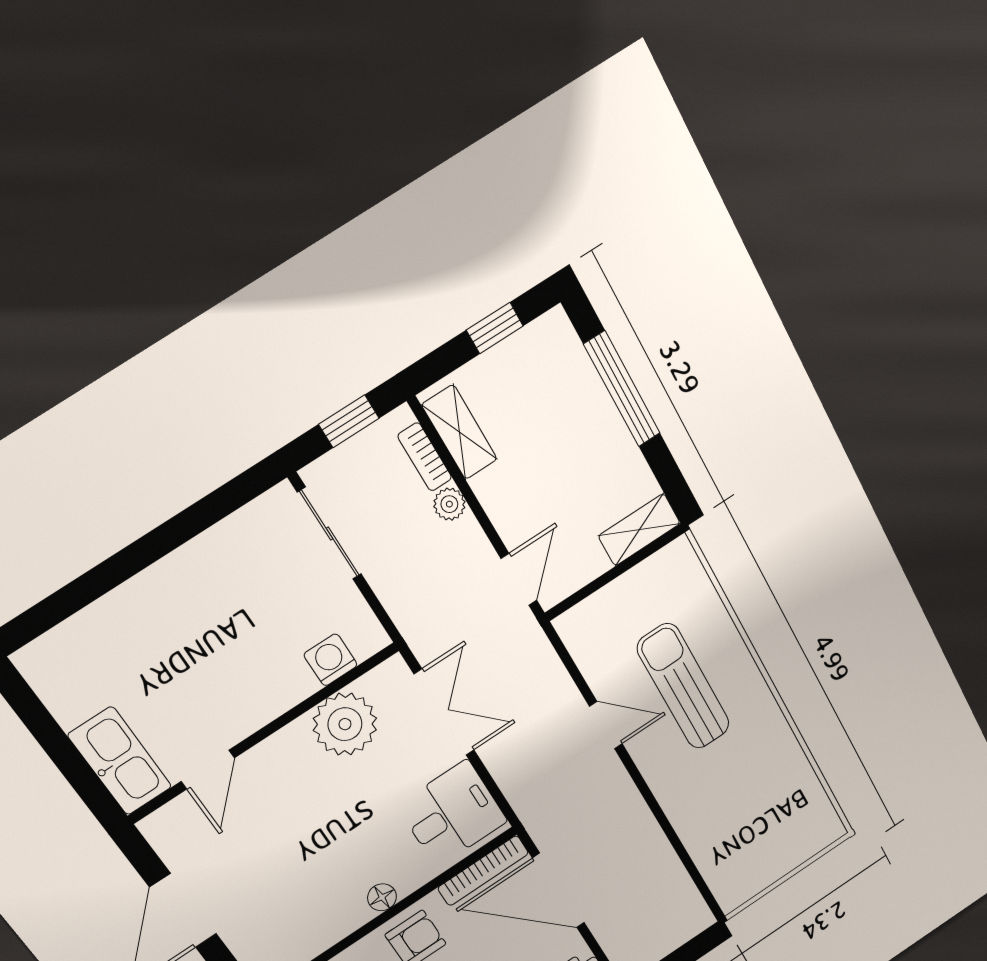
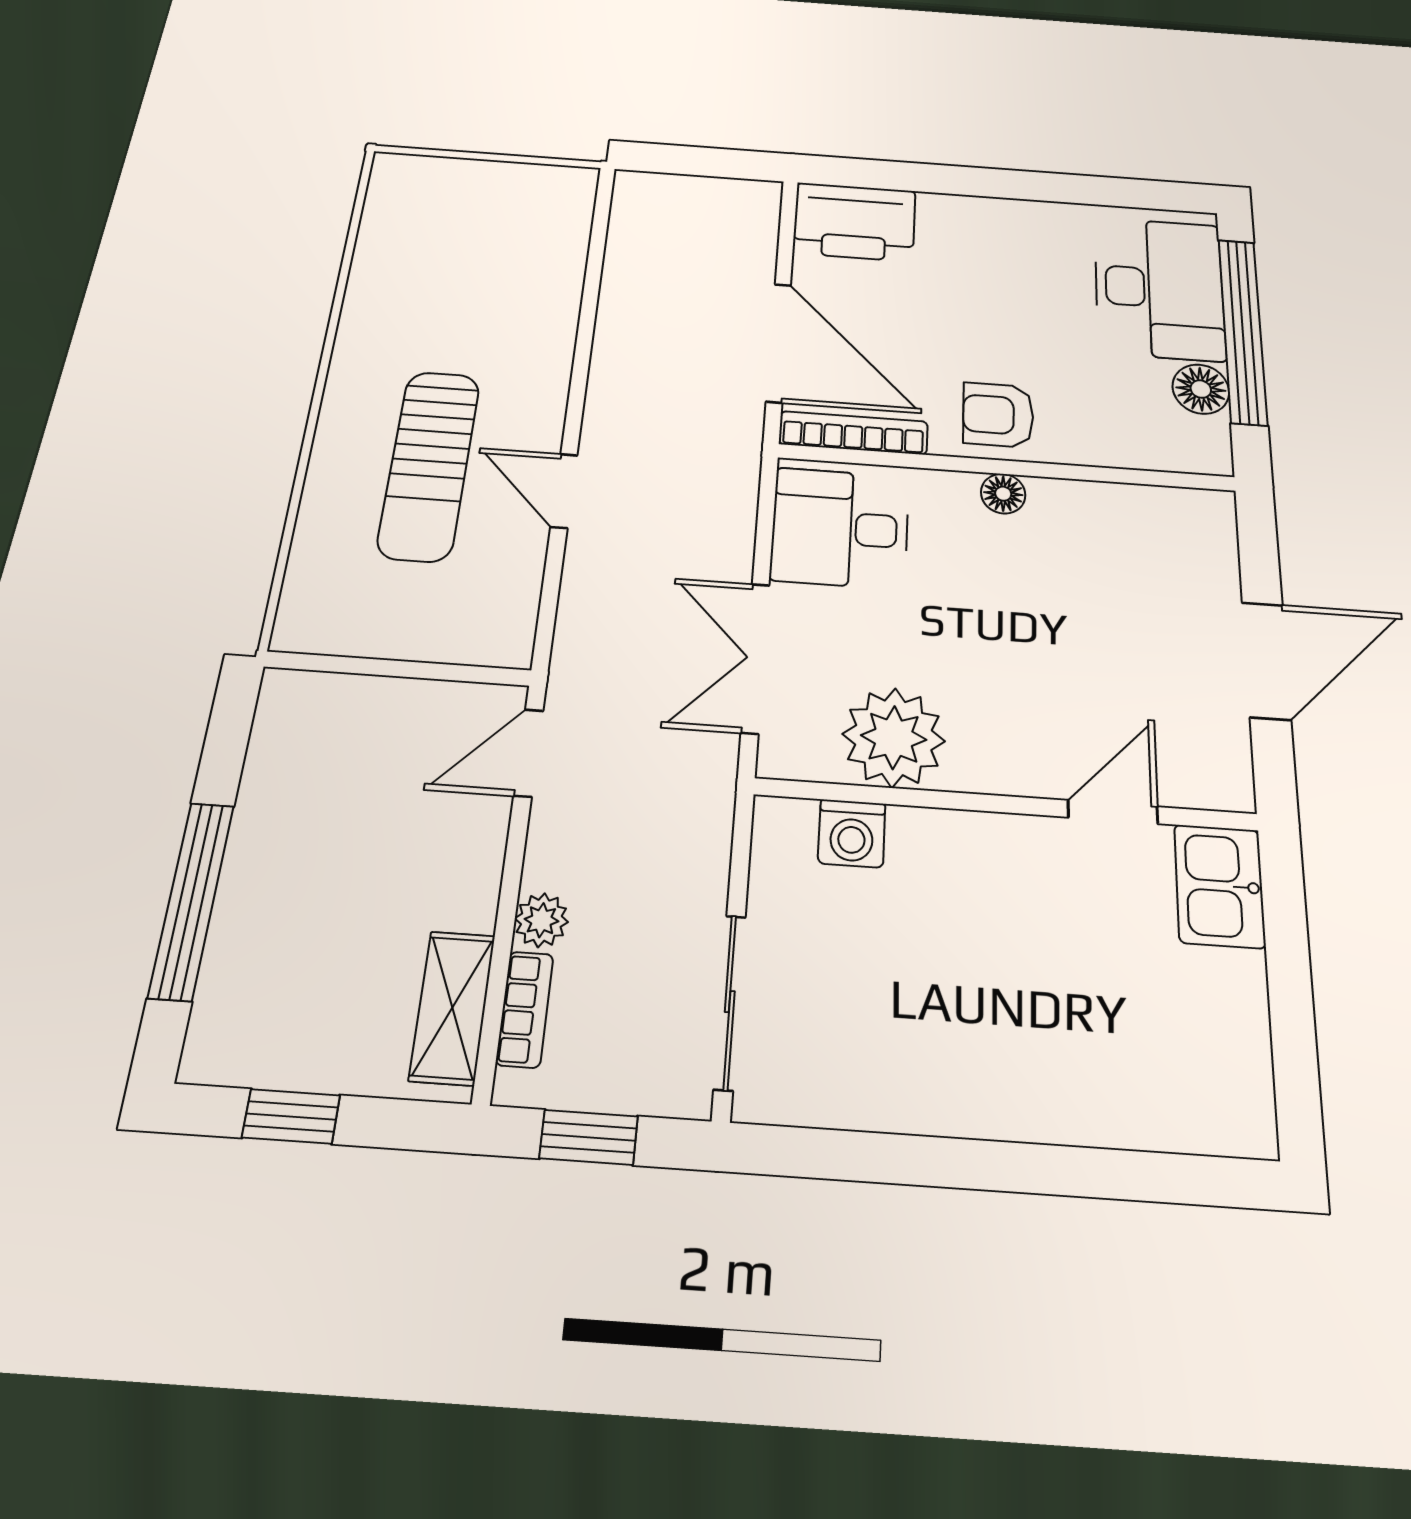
shelving: (639, 530) -> (323, 699), removed
kitchen sink: (120, 761) -> (1219, 886), width x0.73

